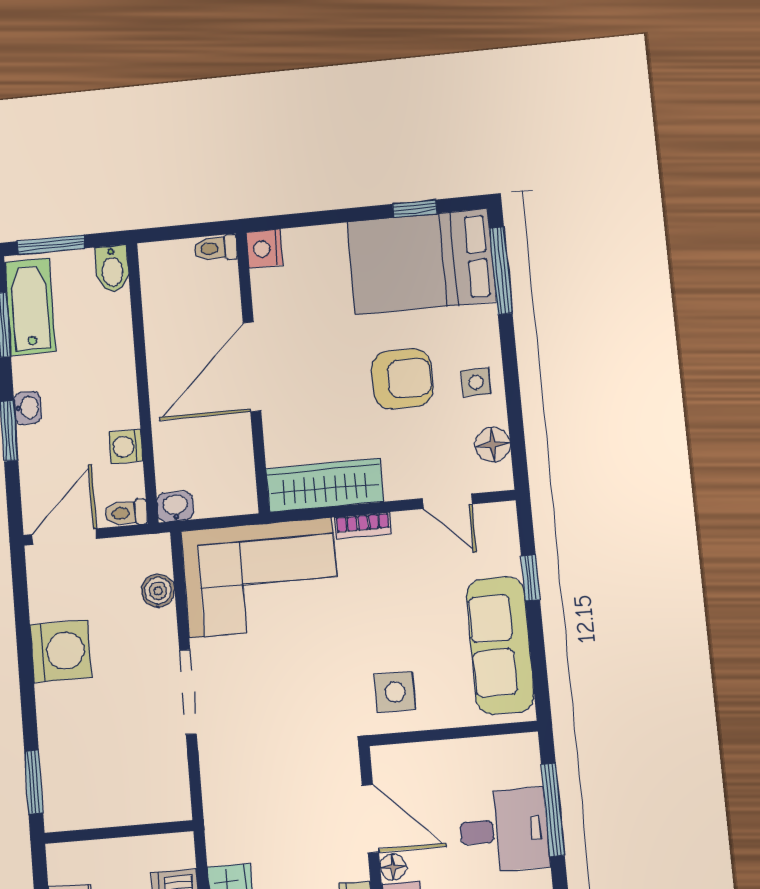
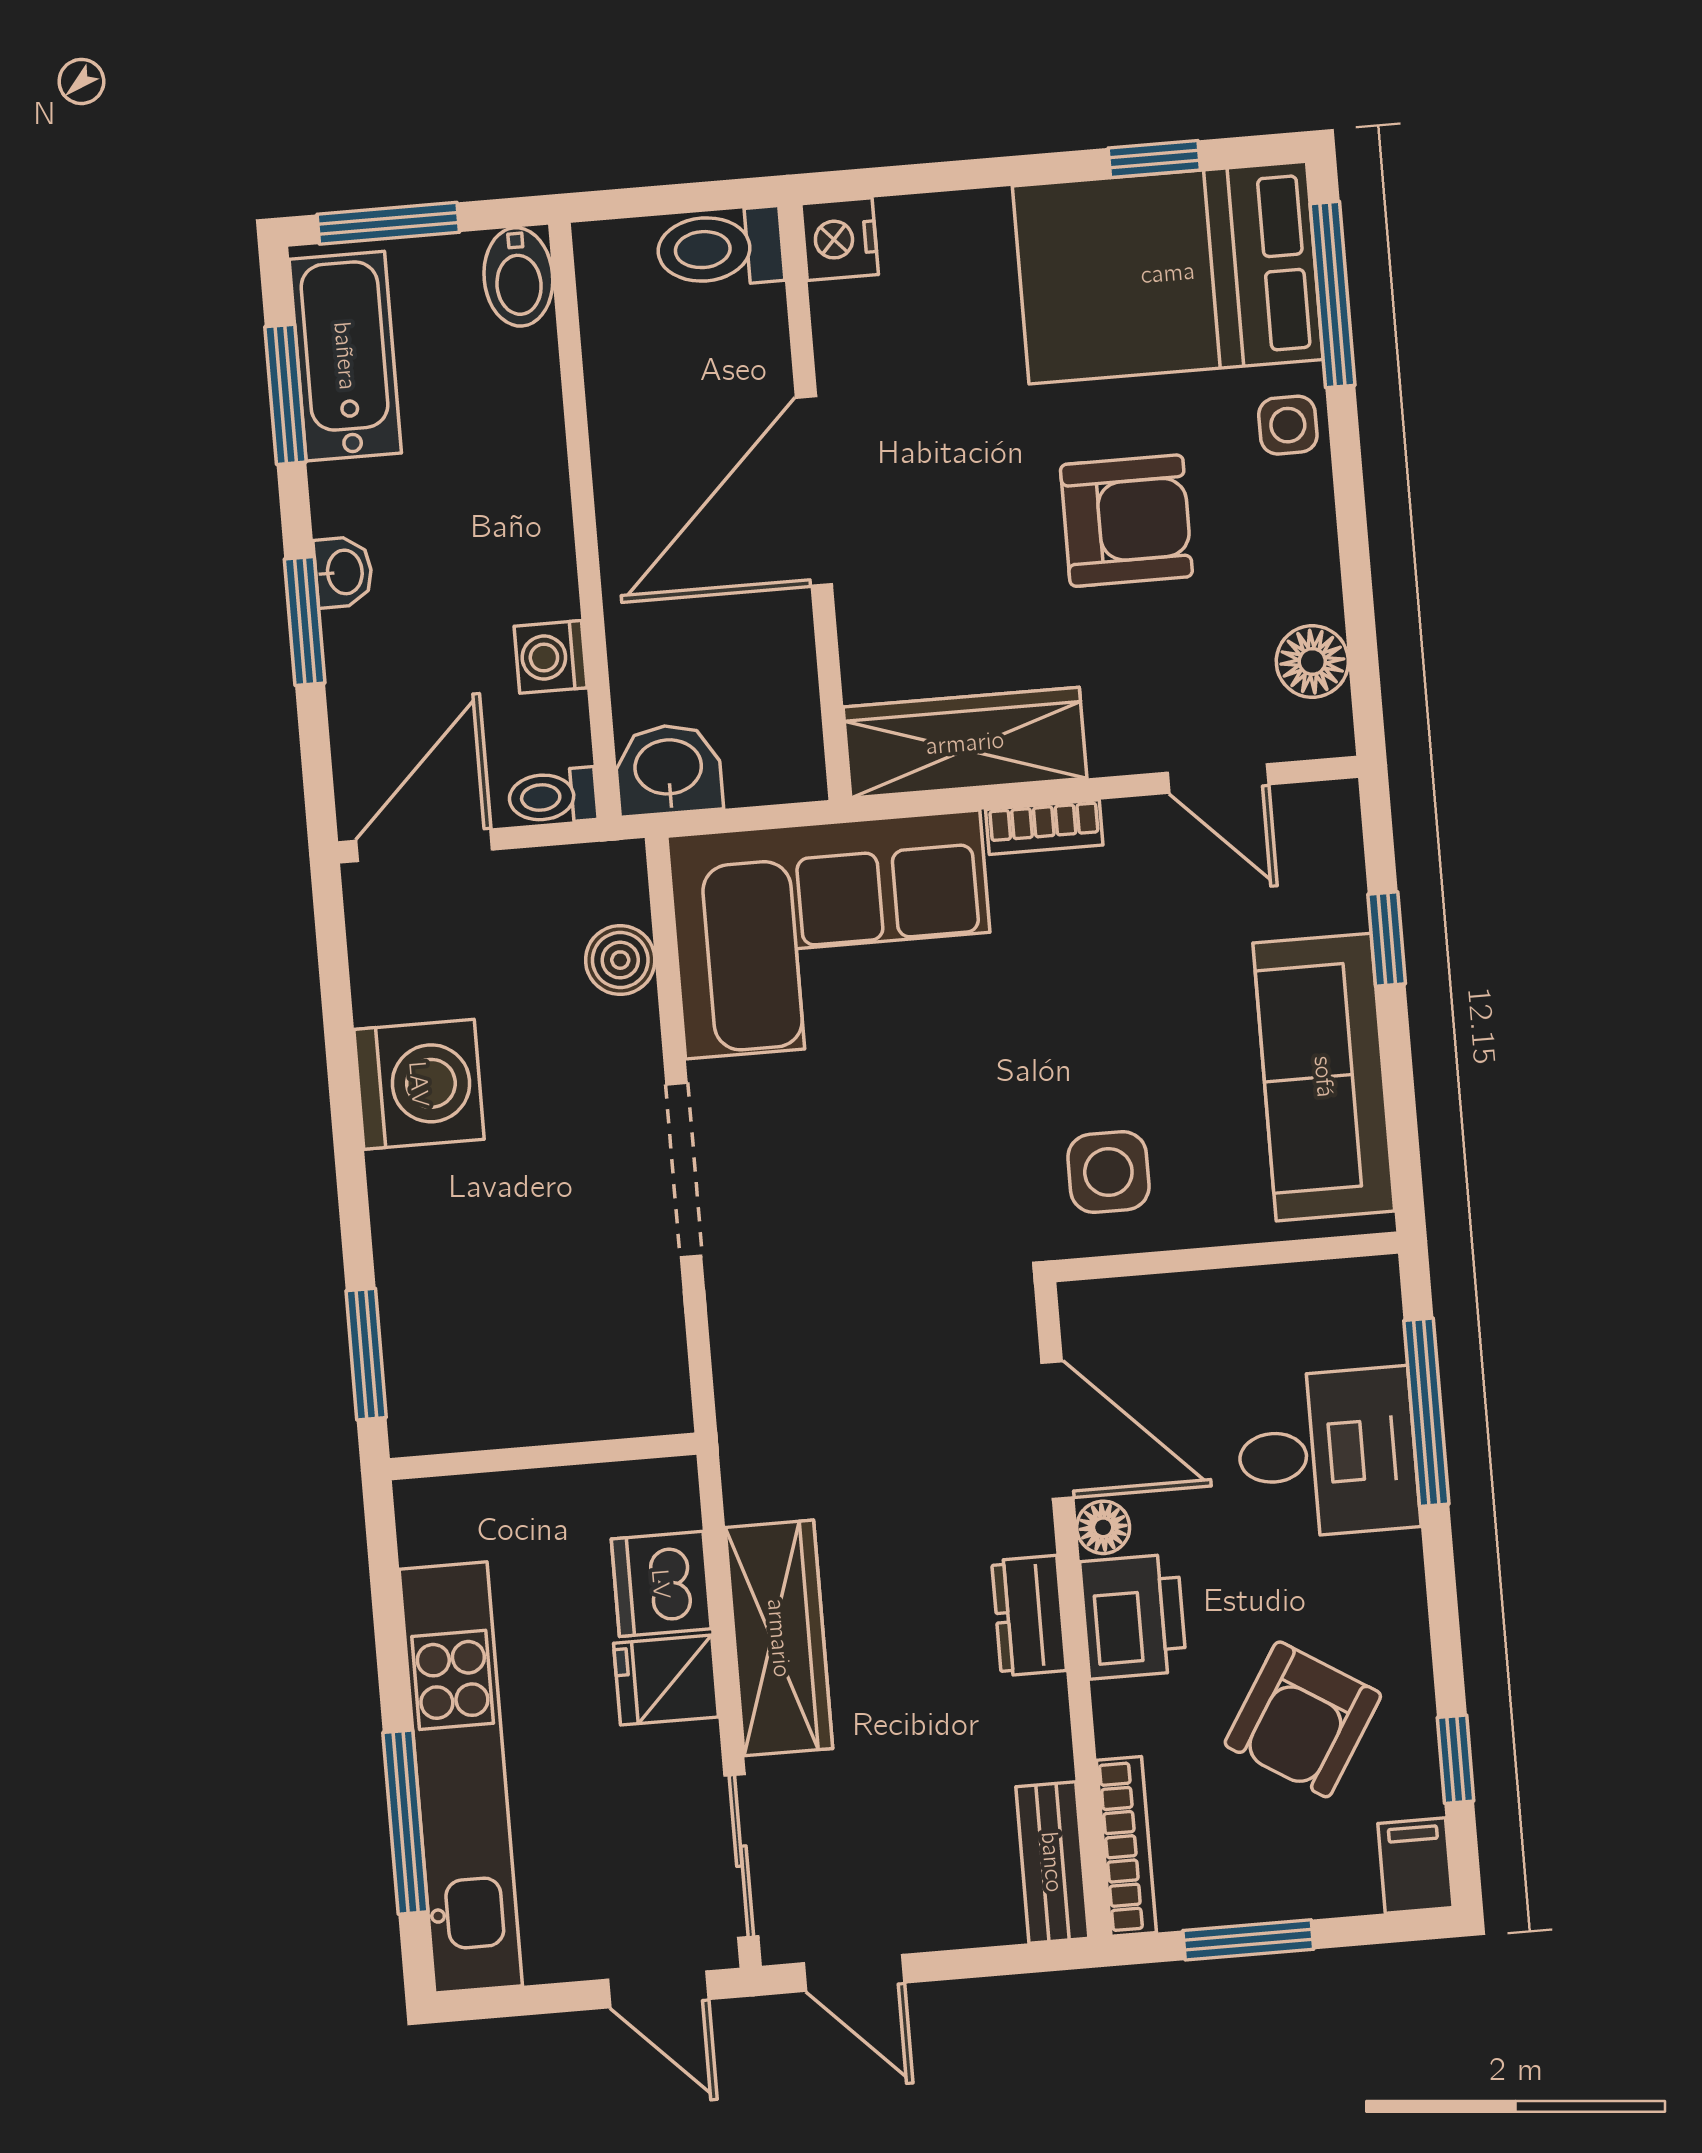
toilet: (215, 248) -> (720, 248), width x1.37, depth x1.39
side table: (476, 382) -> (1288, 425), moved
washbasin: (175, 506) -> (668, 770), width x1.38, depth x1.45

